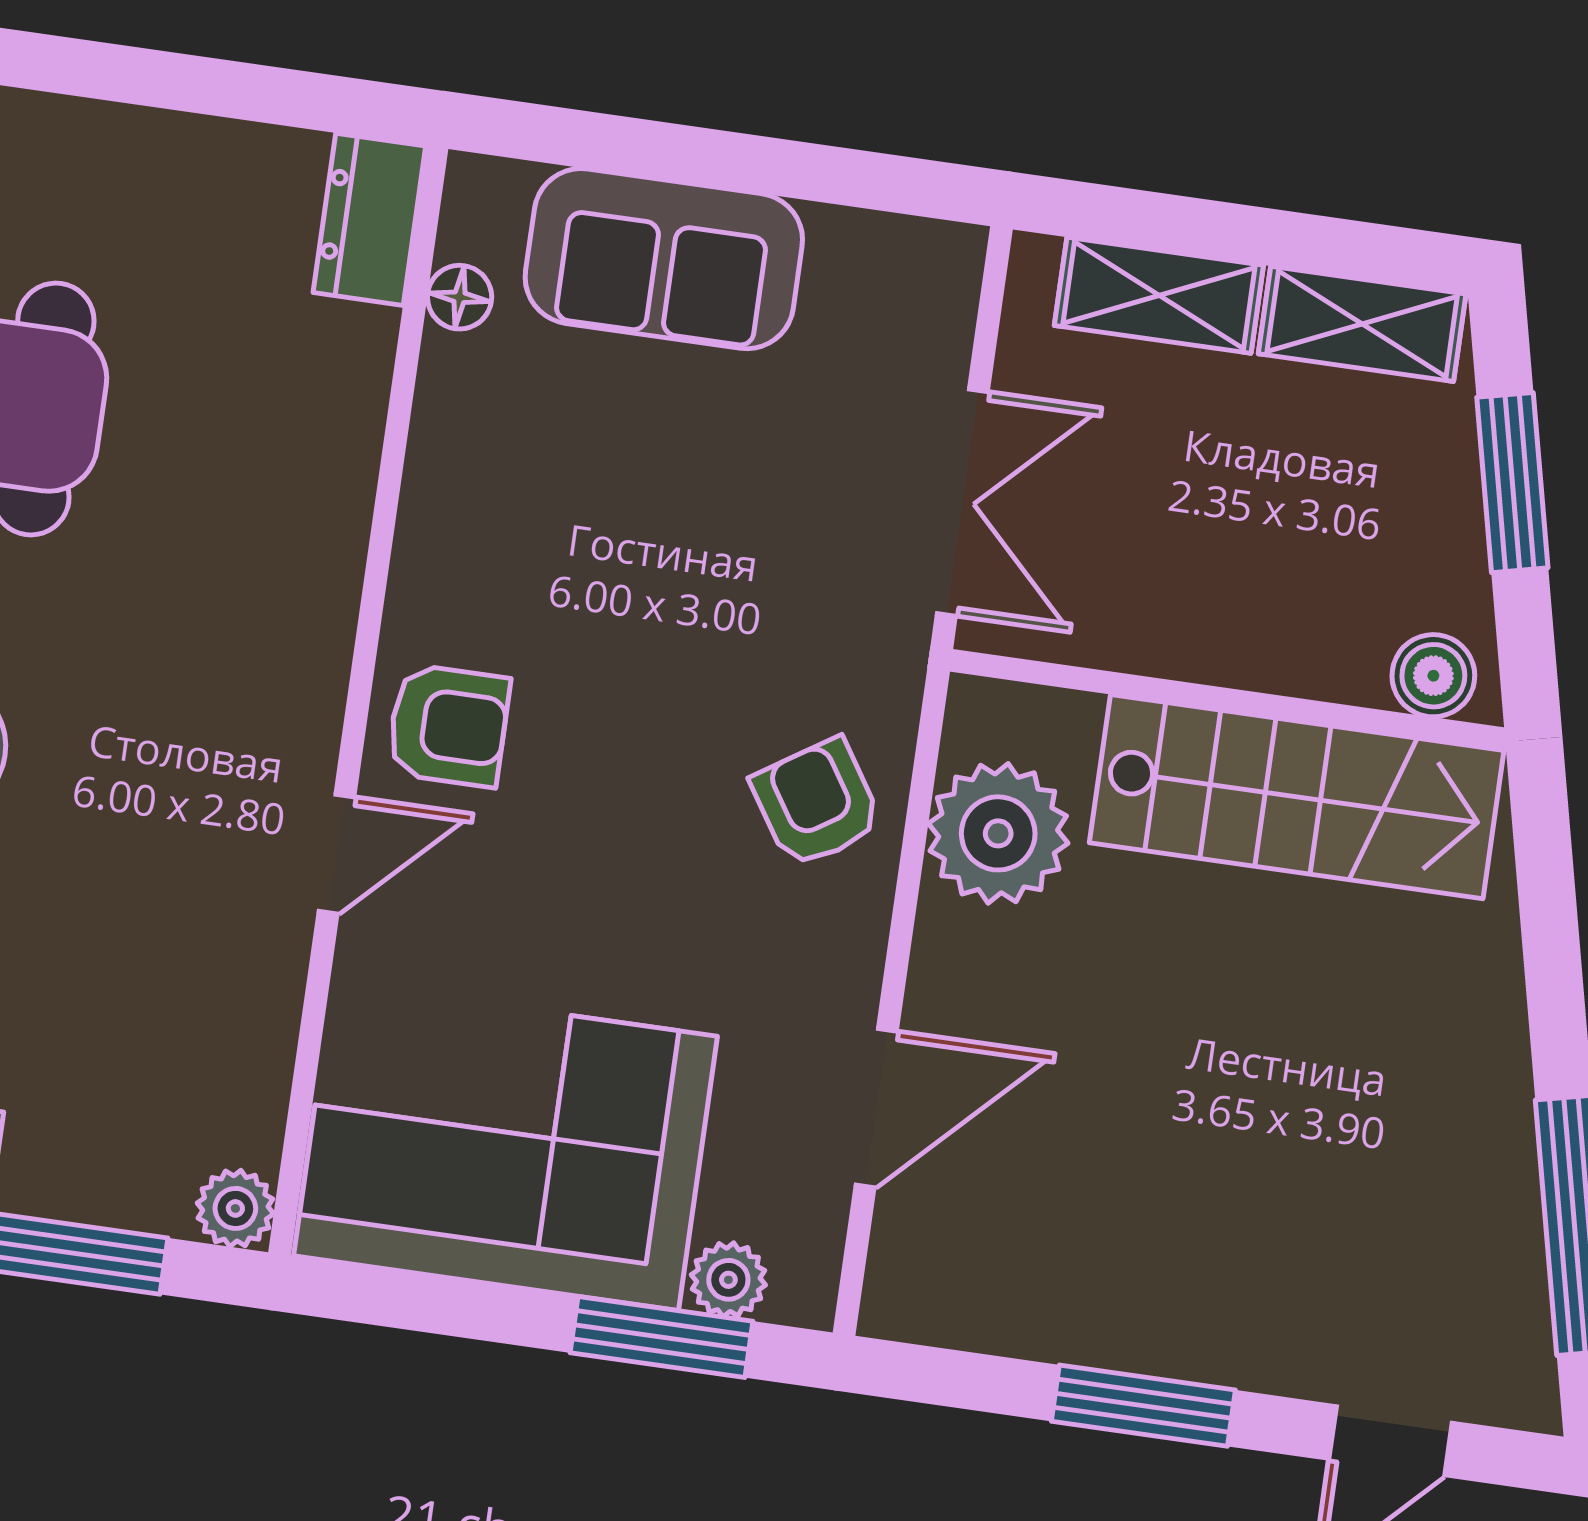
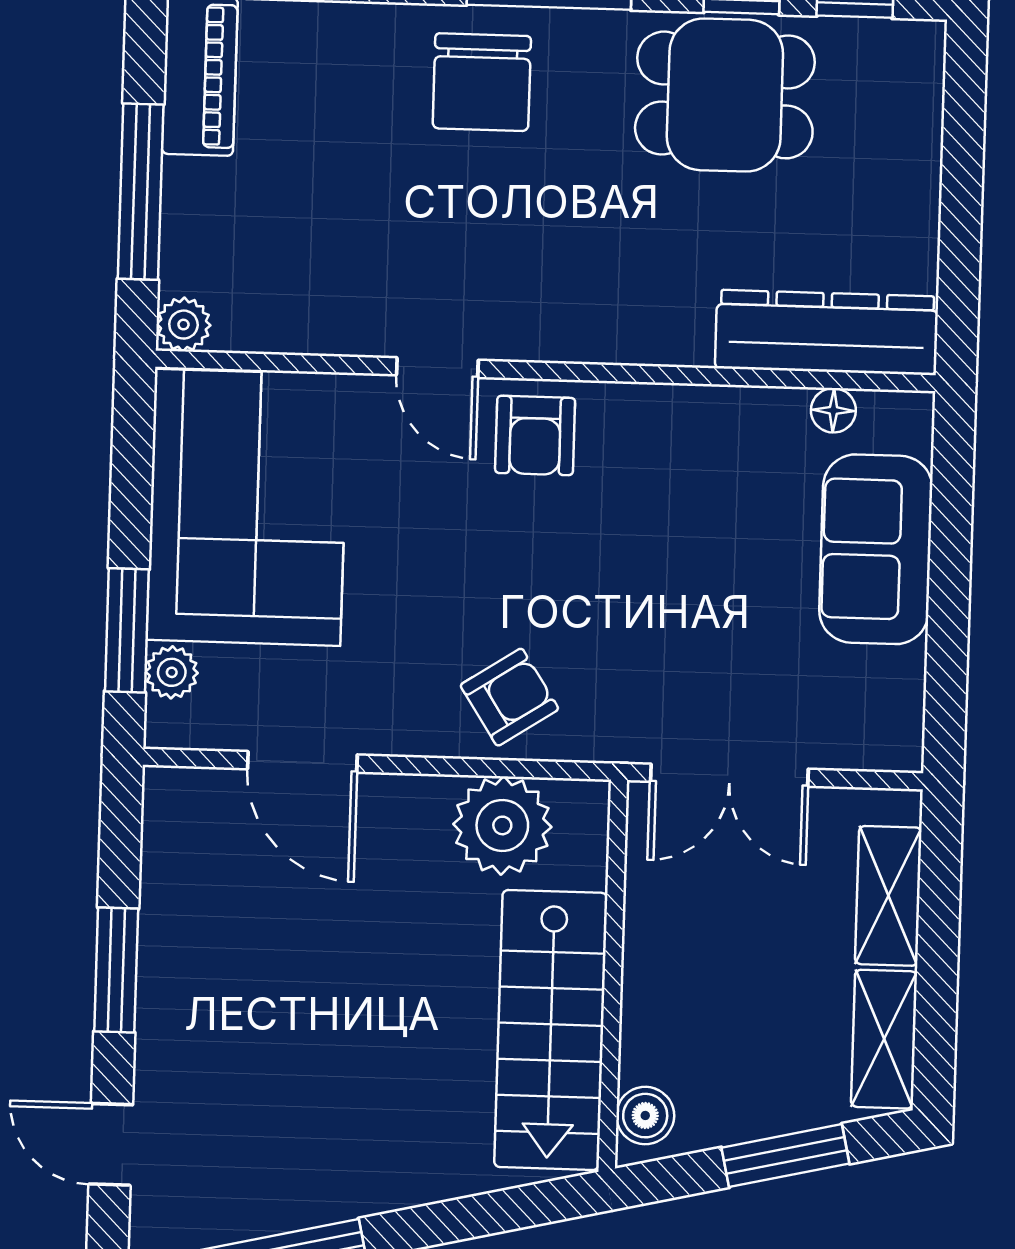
dresser: (369, 219) -> (827, 332), width x1.96, depth x1.24

